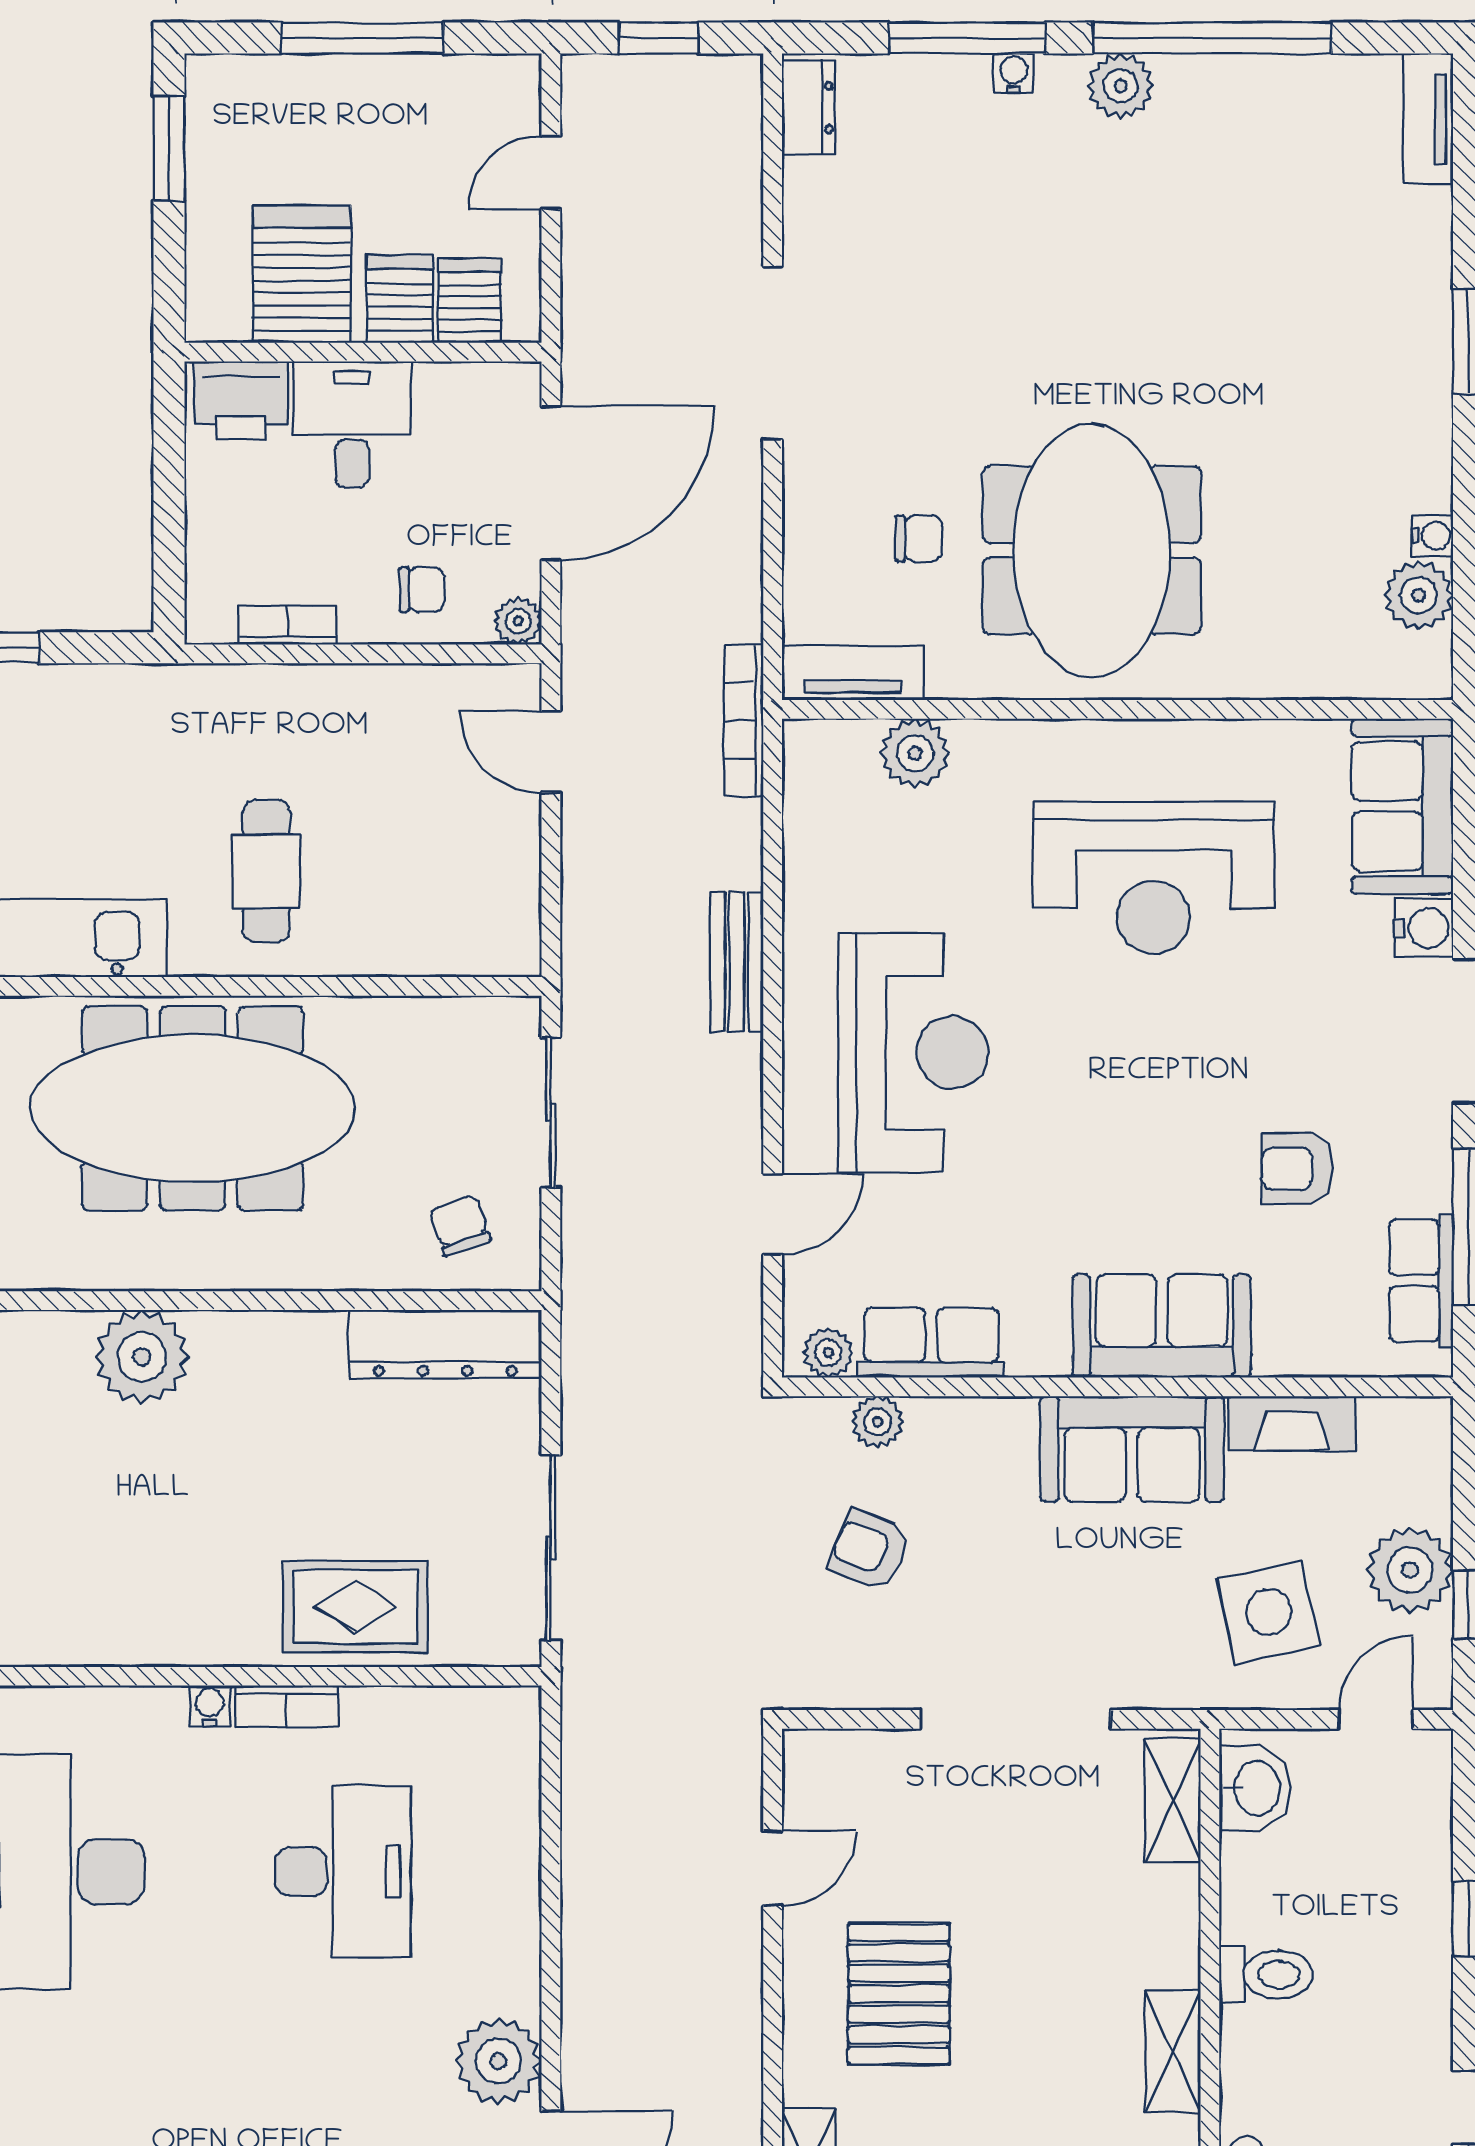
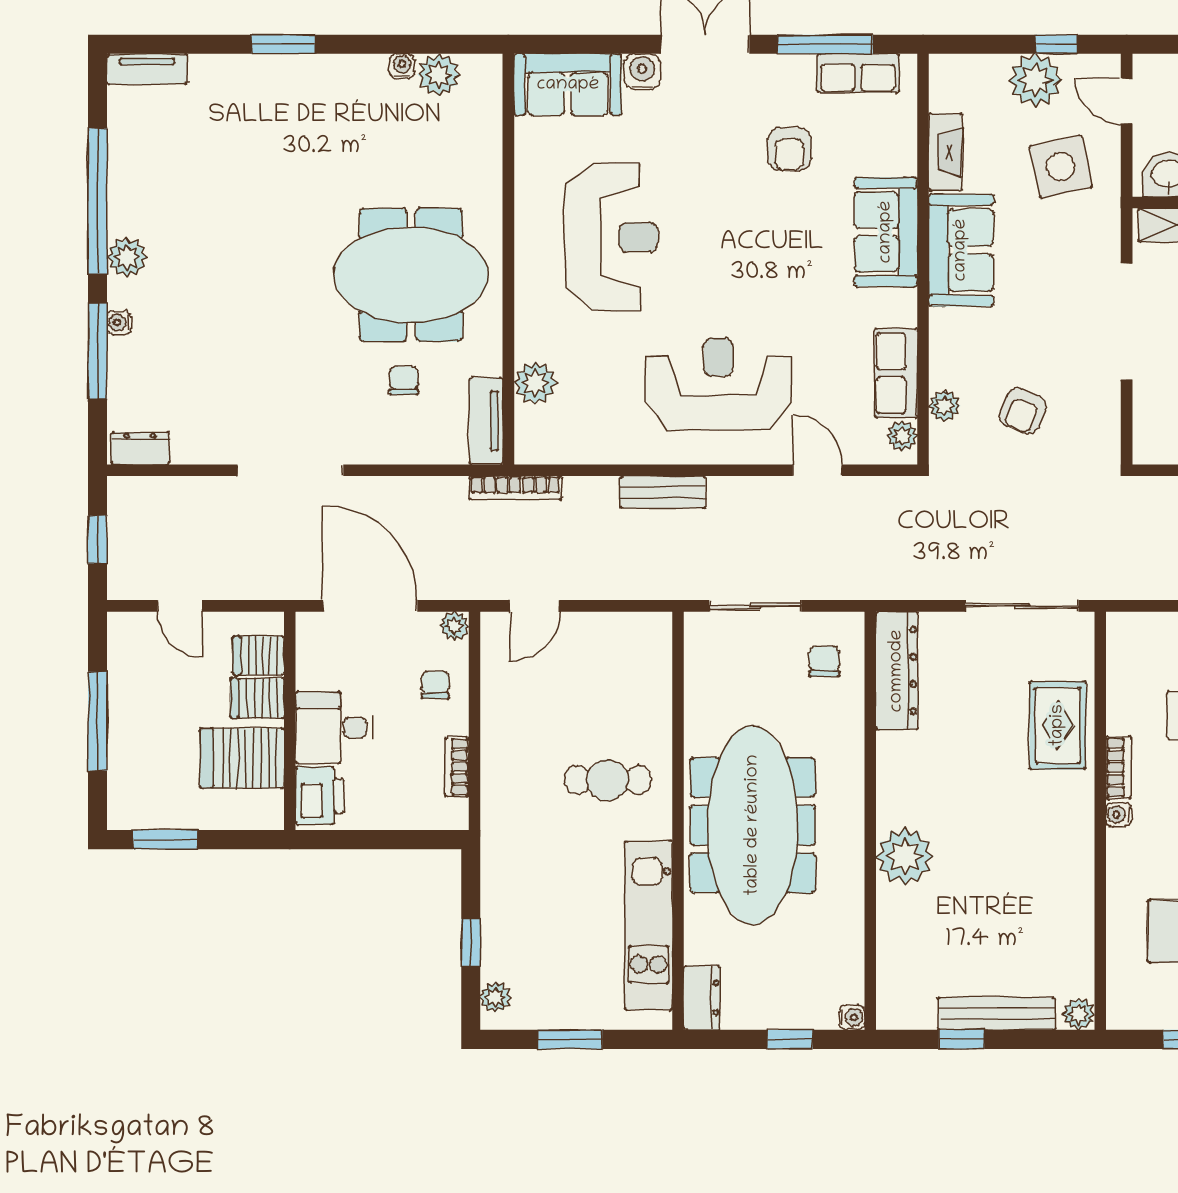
chair: (460, 1225) -> (824, 661), turned 109

